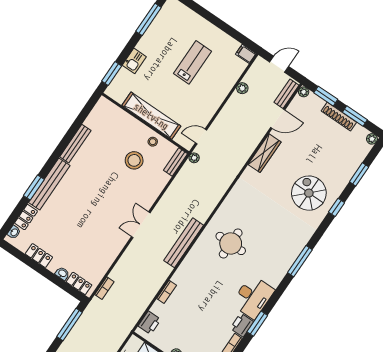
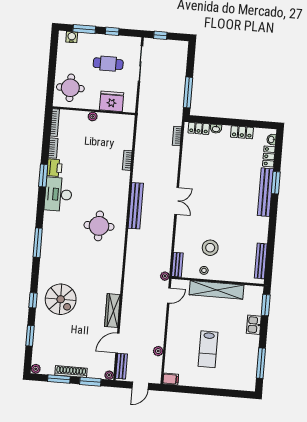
bench: (75, 144) -> (261, 261), moved
printer: (150, 323) -> (127, 129), removed

